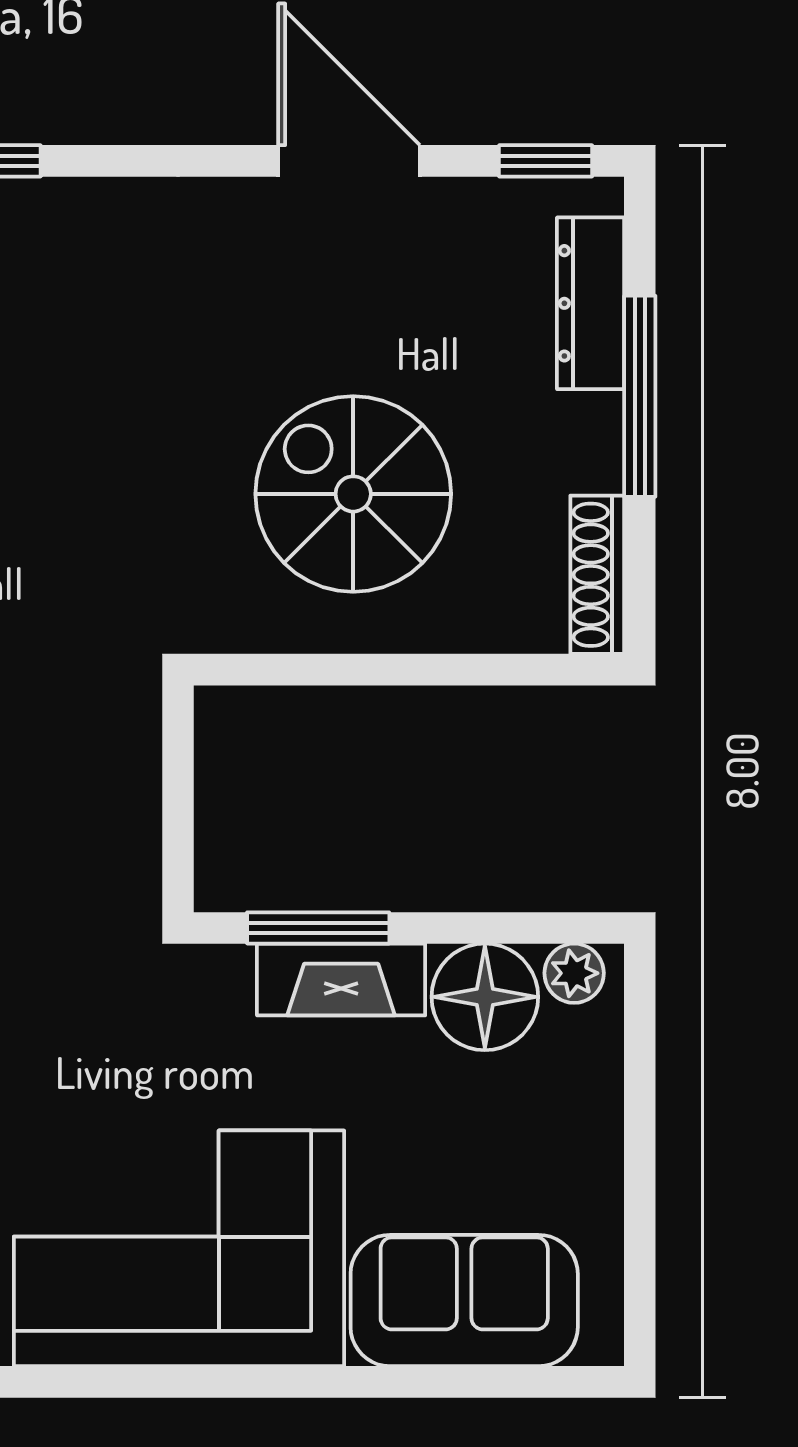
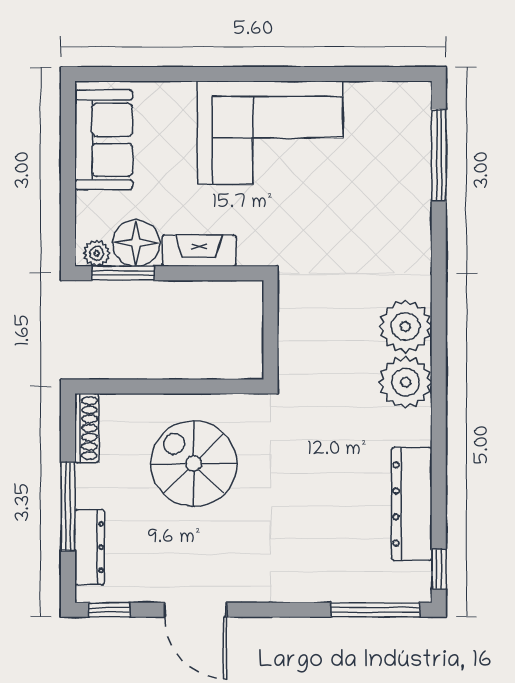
spiral stairs: (353, 494) -> (194, 464), turned 180
window: (318, 928) -> (123, 273), moved
sofa: (464, 1300) -> (104, 140), moved, turned -90

